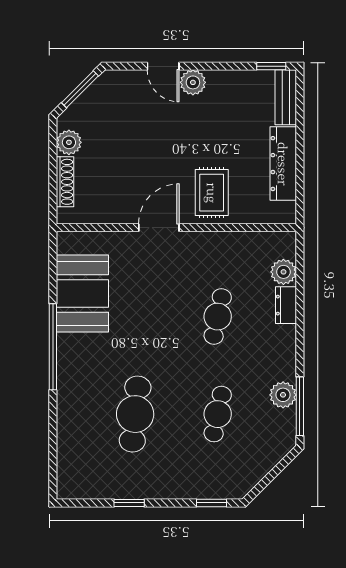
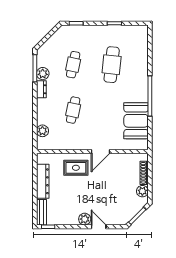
rug: (212, 193) -> (76, 168), turned 90
dresser: (286, 305) -> (41, 89), moved

